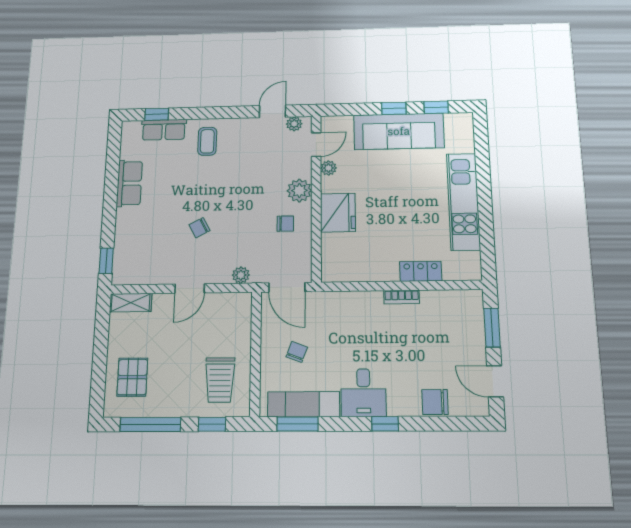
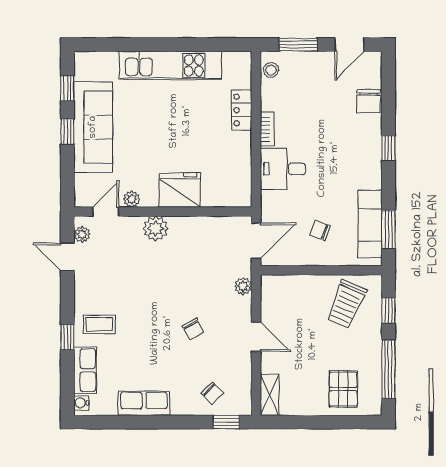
window: (157, 114) -> (67, 337), moved
water cooler: (133, 127) -> (81, 403), added
door: (316, 145) -> (106, 212), hinge flipped
chair: (285, 224) -> (212, 393), moved, turned 135
stool: (464, 300) -> (271, 70), added
pallet: (132, 377) -> (343, 389), turned 90
trolley: (220, 380) -> (347, 304), turned 113
desk: (363, 393) -> (283, 169), moved, turned 180

